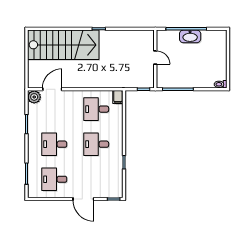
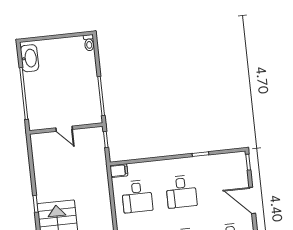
washbasin: (190, 36) -> (30, 58), moved
door: (155, 58) -> (64, 129), swing flipped
door: (83, 199) -> (252, 200), swing flipped

